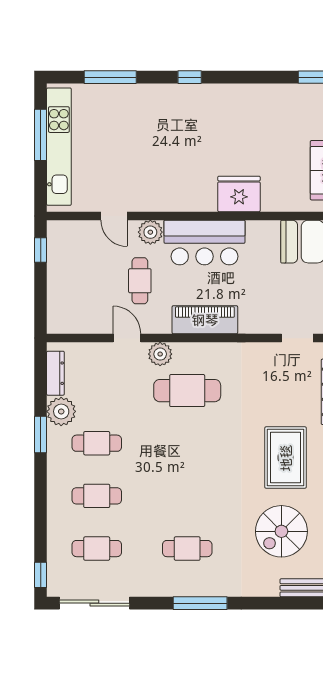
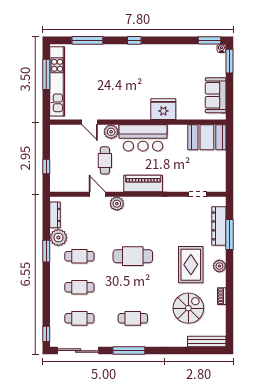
window: (41, 250) -> (46, 166), moved
cafe table: (187, 391) -> (133, 256), moved
spiral stairs: (281, 531) -> (188, 308), turned 180
window: (200, 603) -> (129, 351), moved

